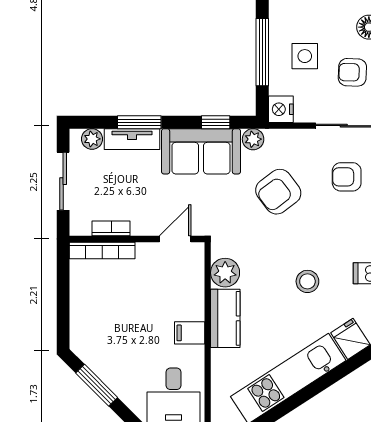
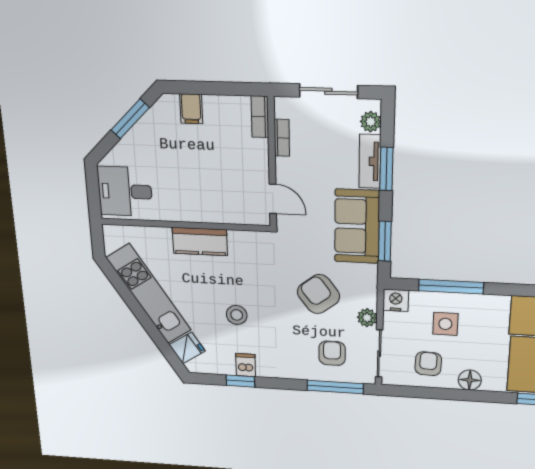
window: (216, 122) -> (385, 241), width x1.50
plant: (253, 139) -> (367, 318), moved
bookcase: (102, 250) -> (260, 117), width x0.64
plant: (225, 273) -> (242, 243), removed
filing cabinet: (190, 333) -> (191, 109), moved, turned 180

